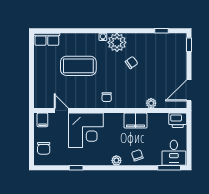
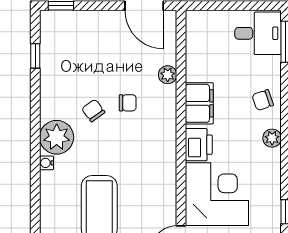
chair: (107, 97) -> (128, 103), moved
printer: (178, 120) -> (199, 145), moved

